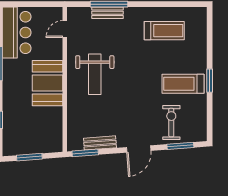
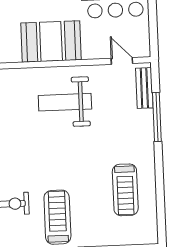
bench: (107, 13) -> (144, 88), moved

